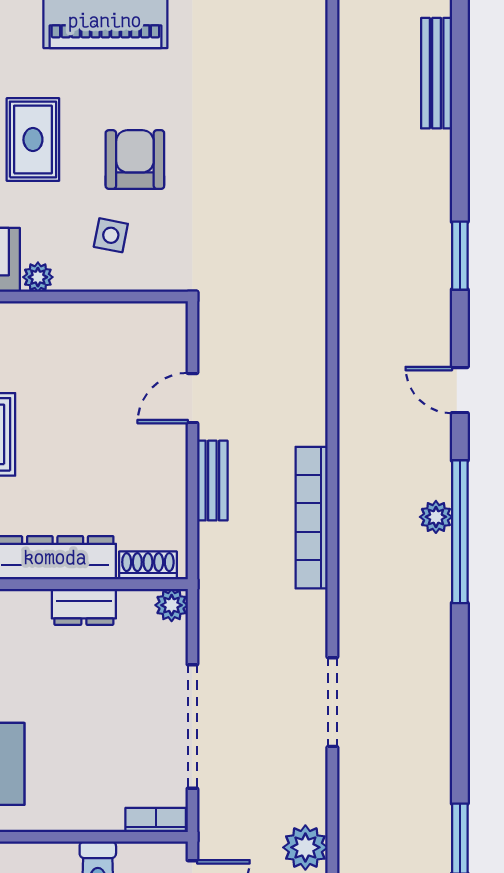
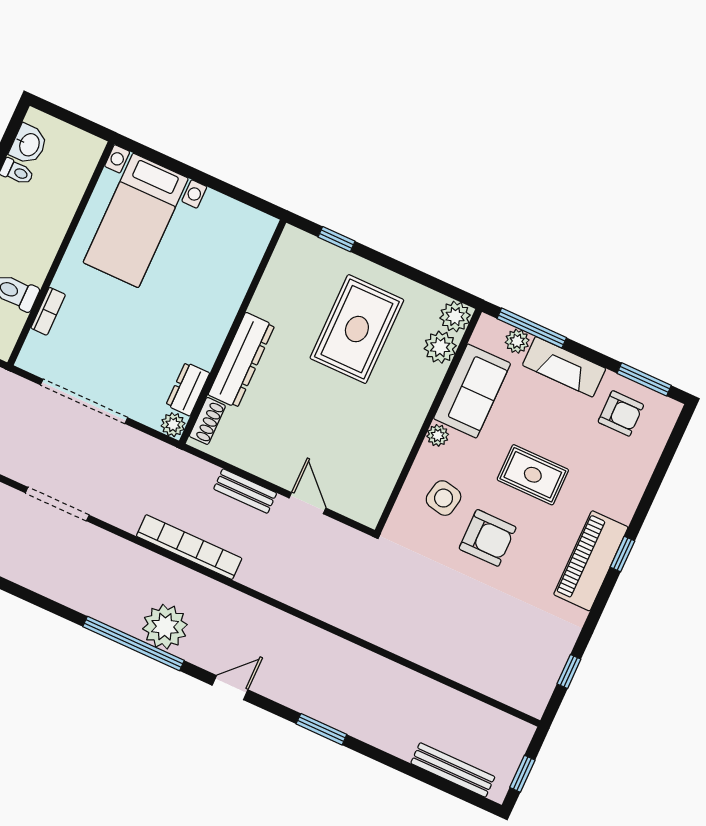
side table: (111, 235) -> (444, 498), width x1.37, depth x1.37
plant: (436, 517) -> (165, 627), width x1.87, depth x1.87
dresser: (84, 607) -> (188, 389), moved
bookcase: (156, 820) -> (48, 311), moved

